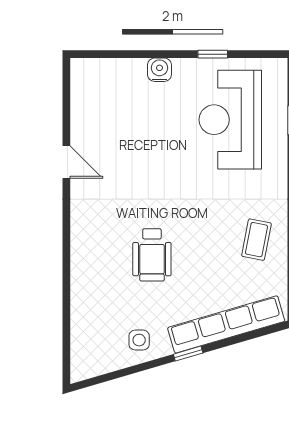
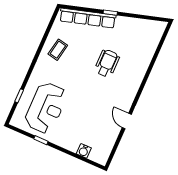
water cooler: (159, 70) -> (84, 151), moved
side table: (139, 340) -> (129, 28), removed

